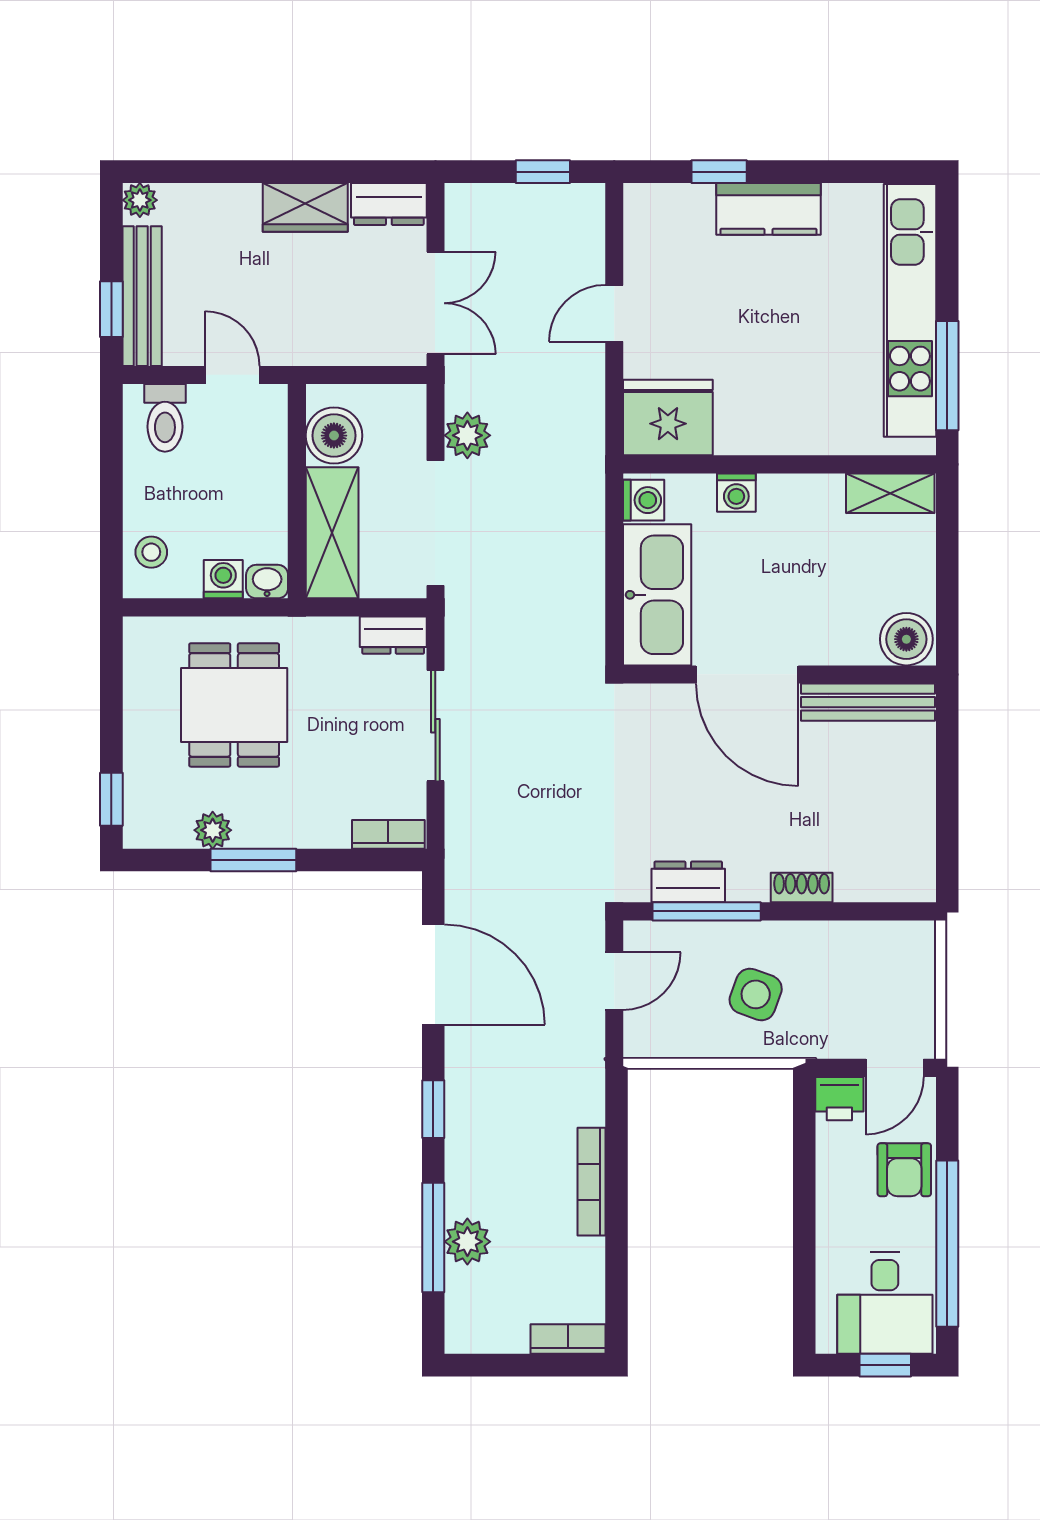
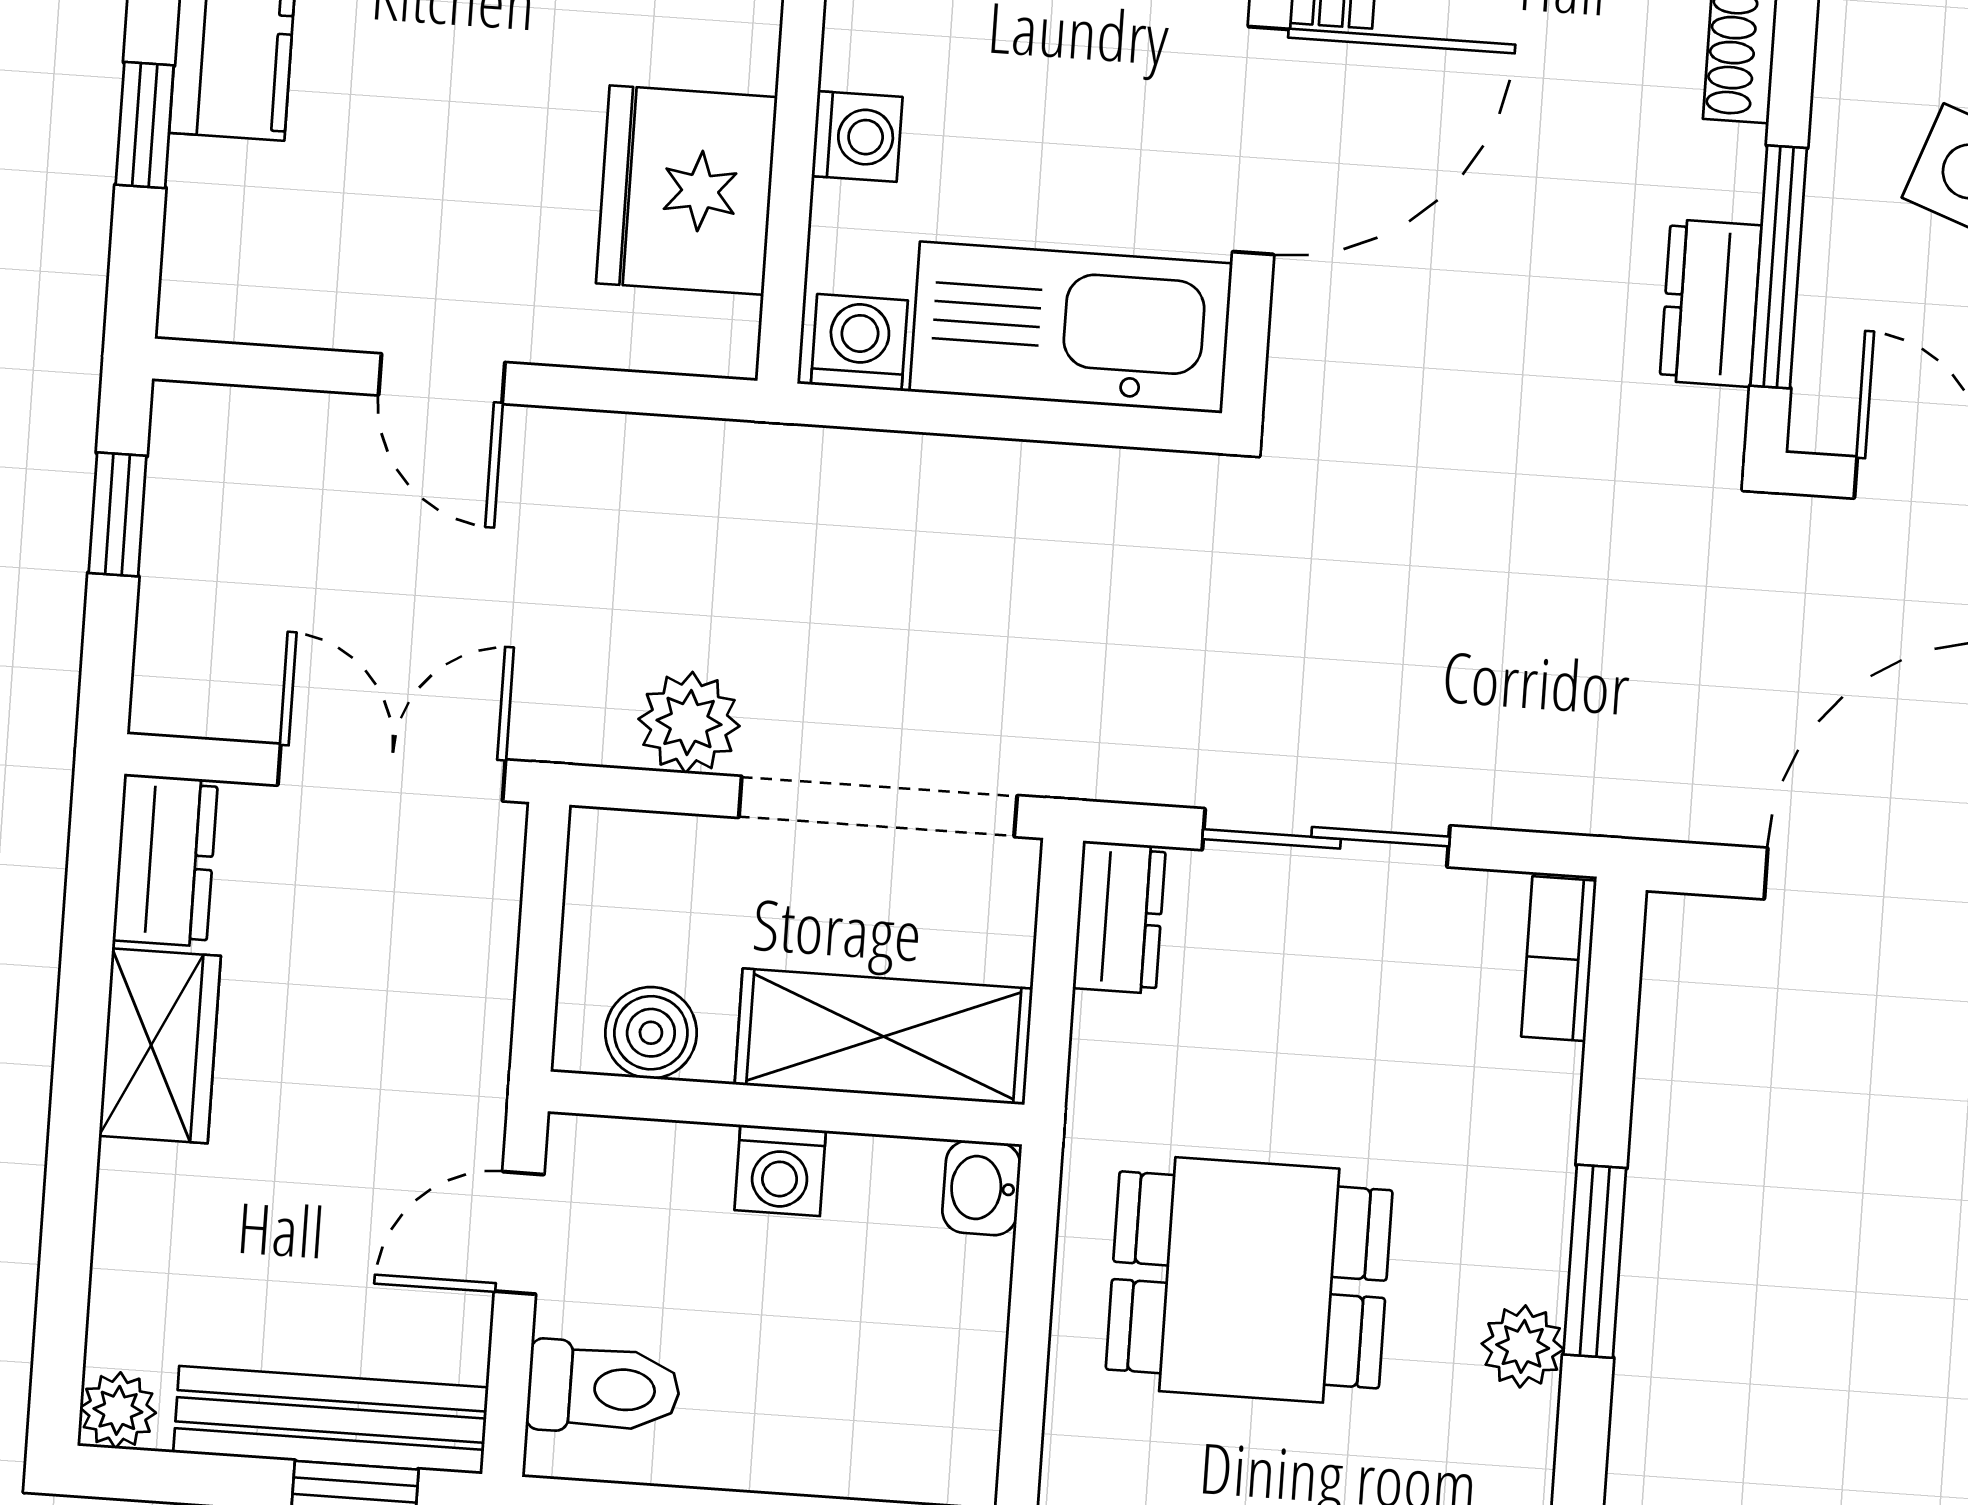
fridge: (668, 418) -> (687, 190), moved
boiler: (334, 436) -> (651, 1033), width x0.73, depth x0.73
stool: (151, 552) -> (898, 1439), removed
washing machine: (223, 579) -> (780, 1170), moved, turned -90

